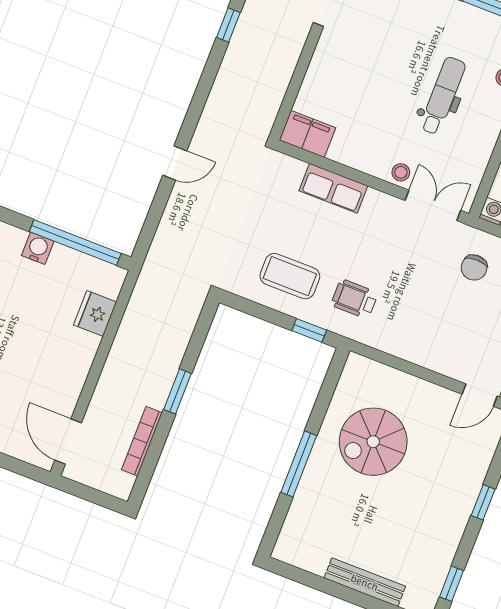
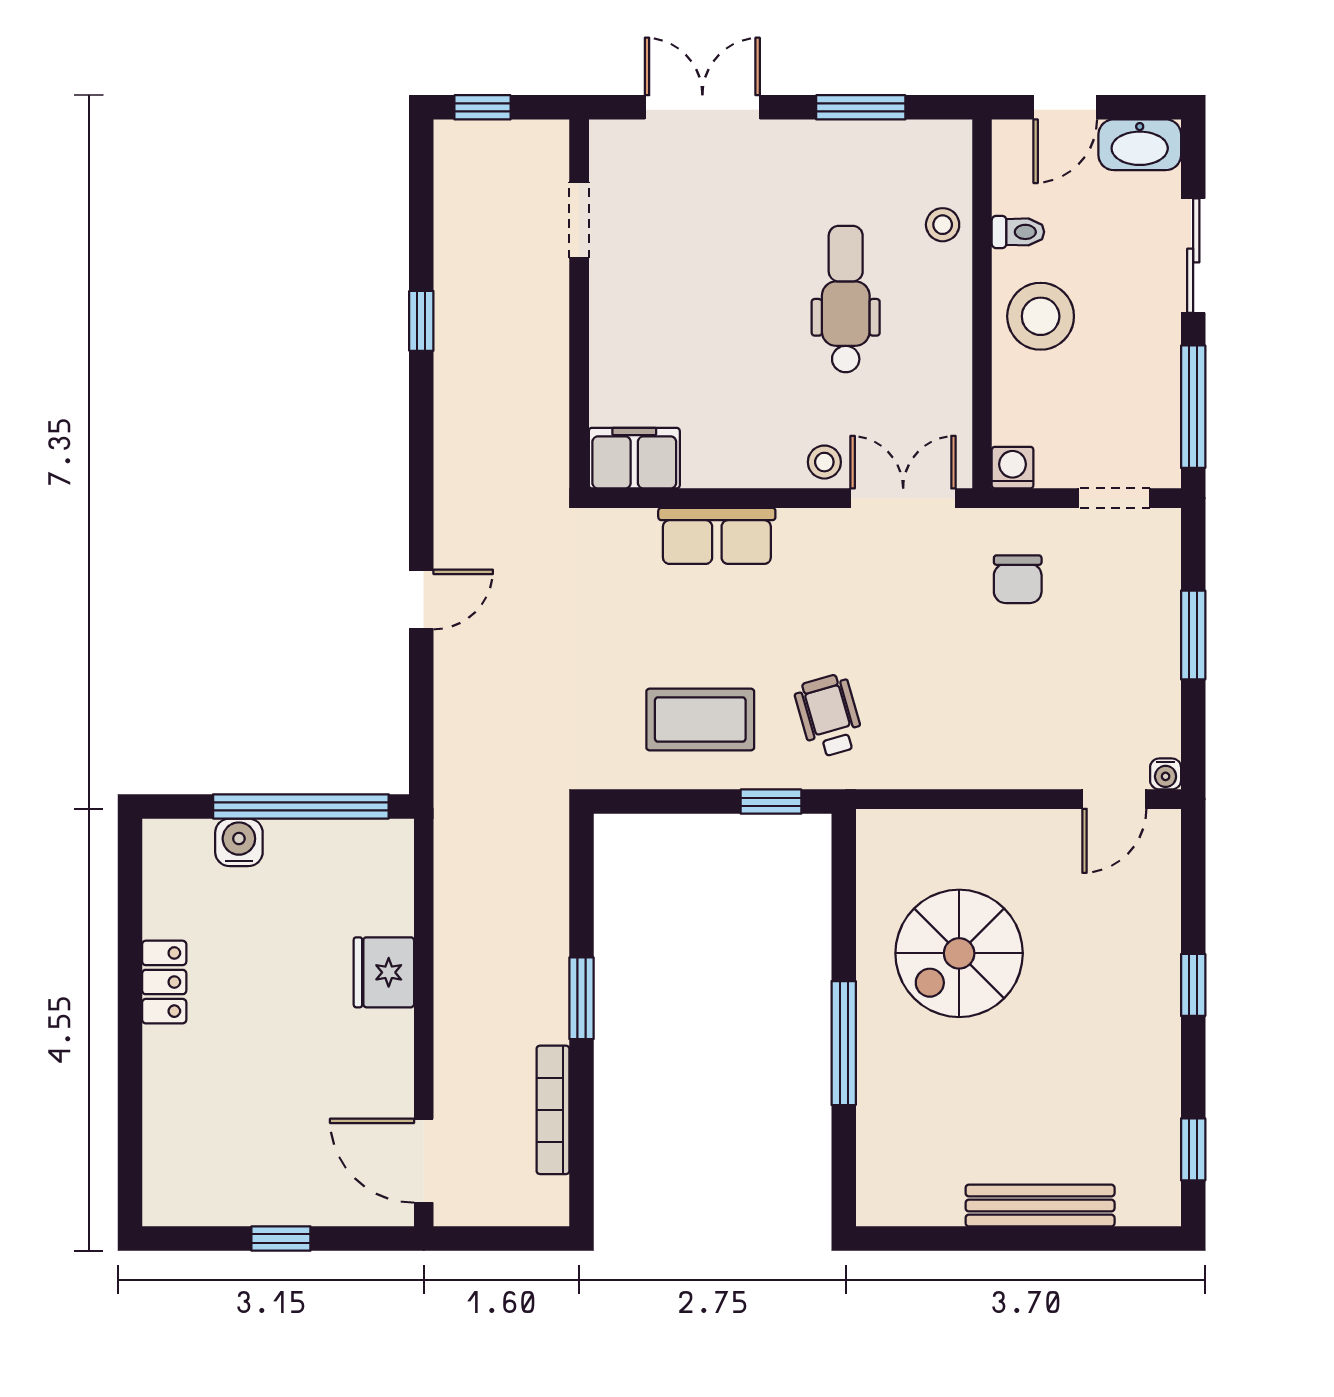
wheelchair: (354, 299) -> (829, 716), turned 74
fridge: (95, 313) -> (384, 972), moved

